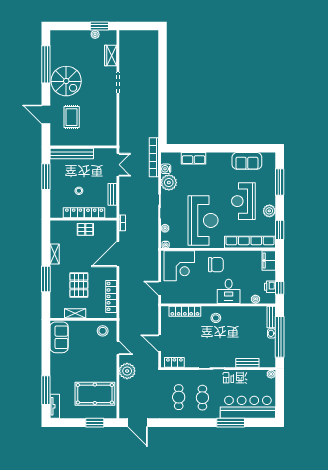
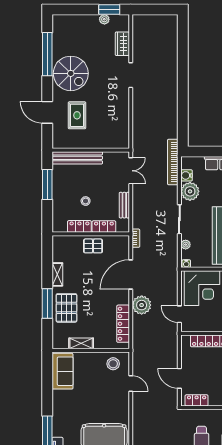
pallet: (79, 285) -> (66, 308), moved
plant: (127, 371) -> (142, 305), moved

